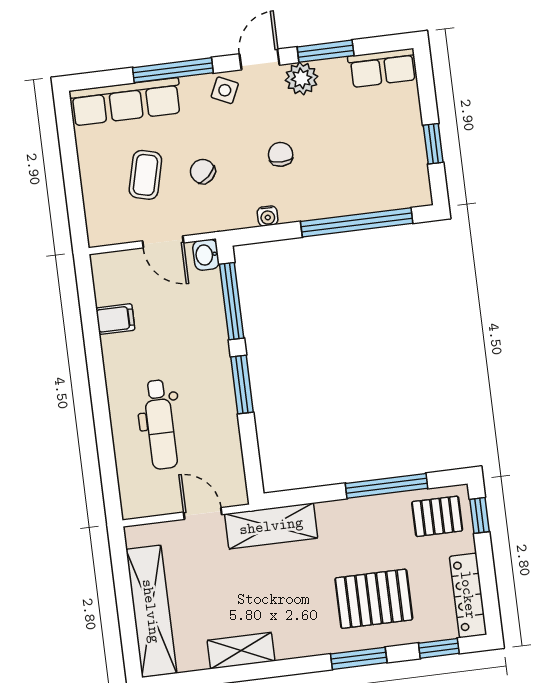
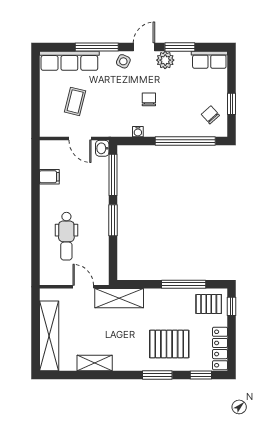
chair: (203, 171) -> (210, 115), moved

